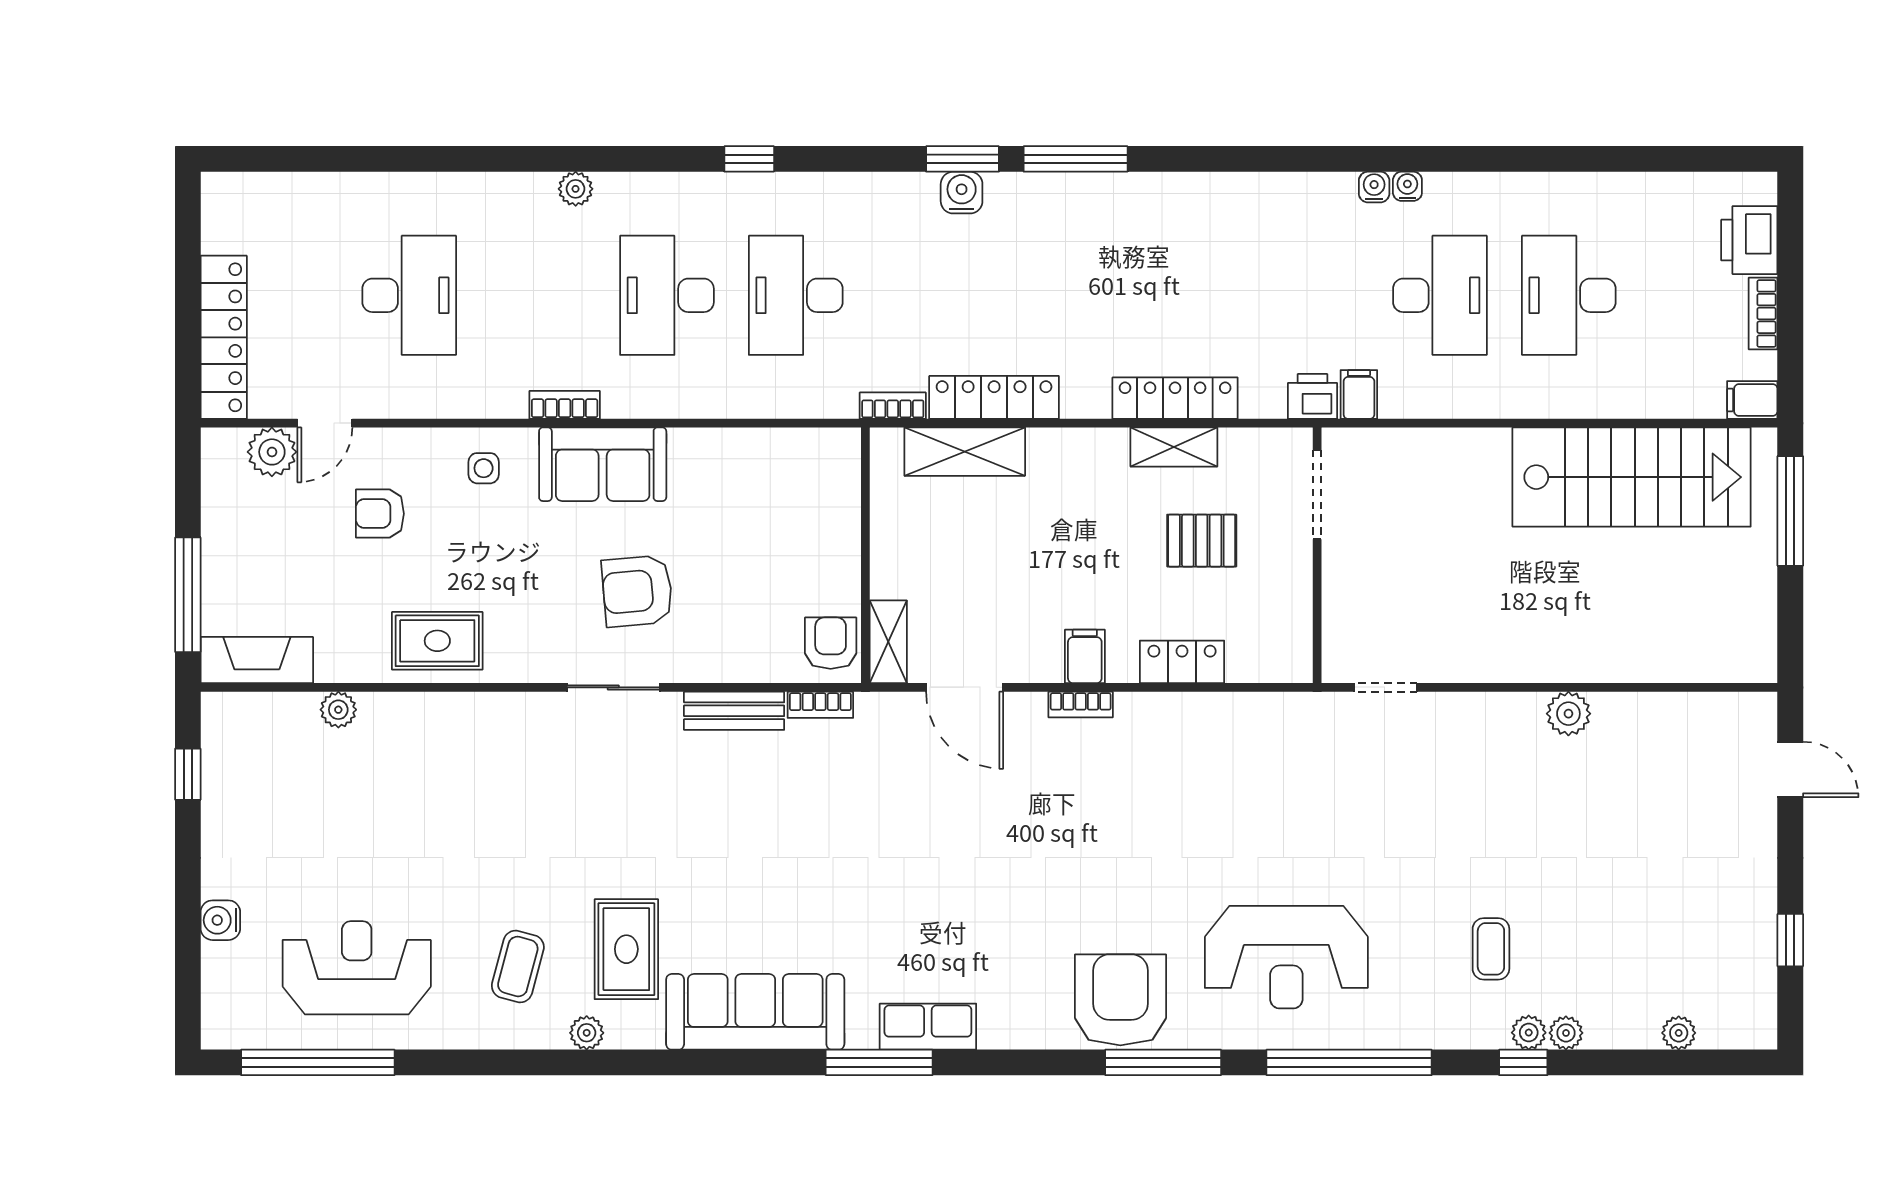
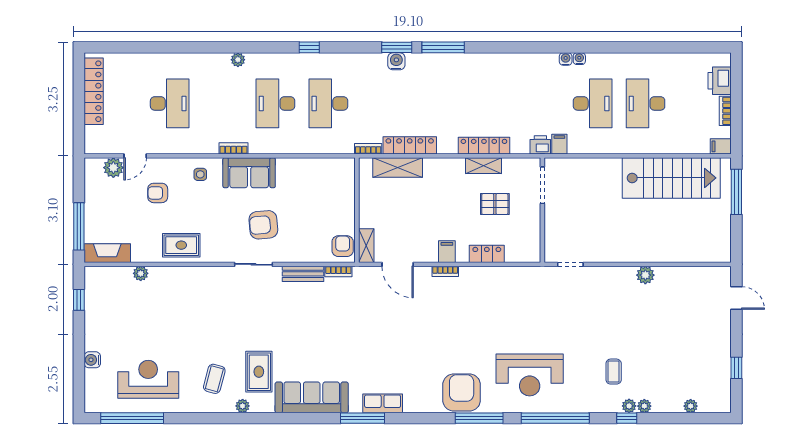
locker: (224, 337) -> (94, 91), moved

